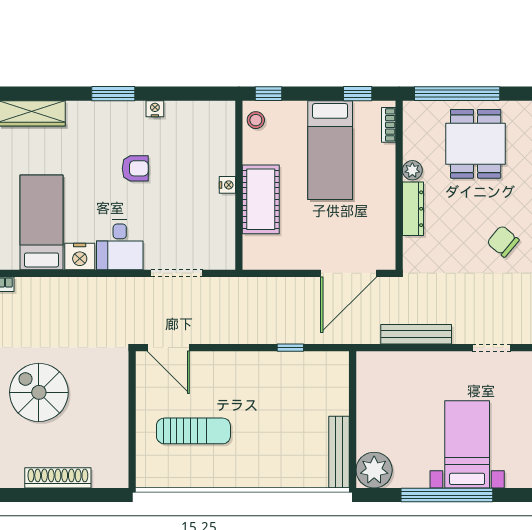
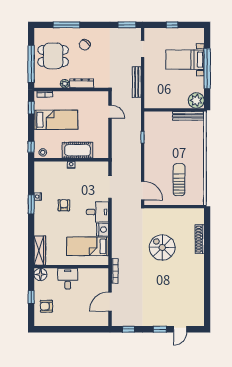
window: (113, 94) -> (31, 204), moved
chair: (503, 241) -> (85, 45), moved
door: (349, 273) -> (110, 112), width x0.53
door: (168, 348) -> (143, 191), hinge flipped
spiral stairs: (39, 392) -> (162, 247), turned 90

